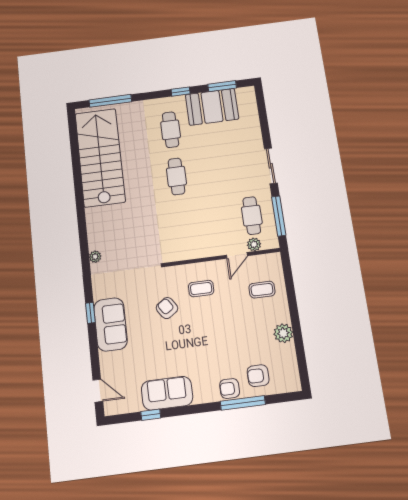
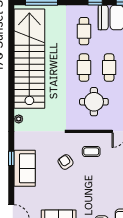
stairs: (100, 157) -> (29, 59), width x1.36
cafe table: (210, 172) -> (109, 68), added
round table: (196, 220) -> (94, 102), added

